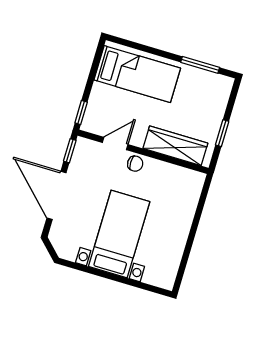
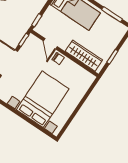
door: (115, 143) -> (50, 44), swing flipped
bed with nightstands: (119, 234) -> (43, 99), width x1.36

